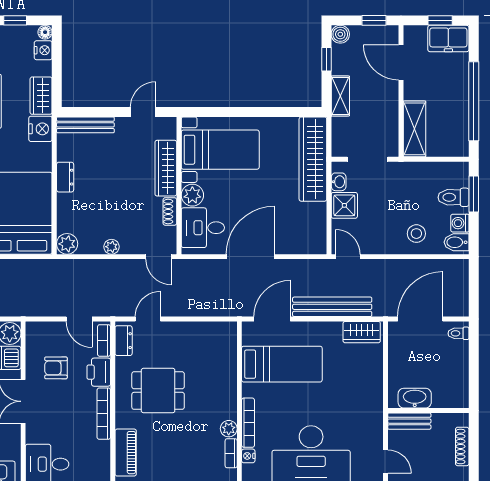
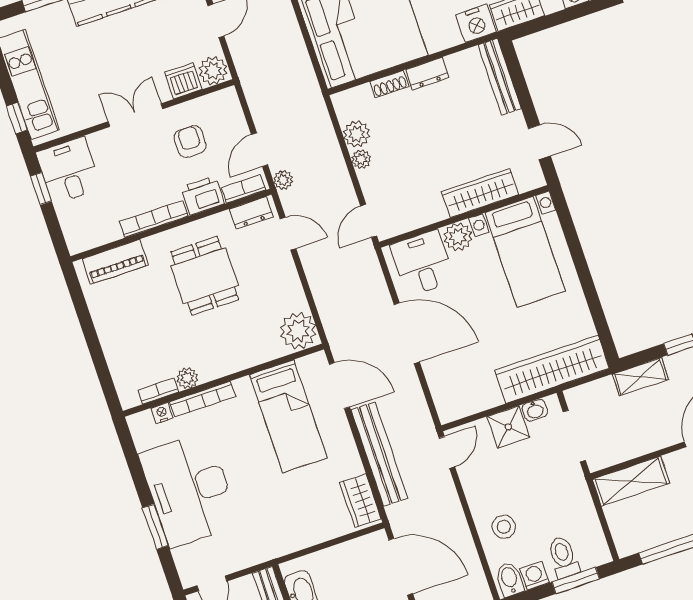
shoe rack: (170, 211) -> (389, 84), moved, turned 180
plant: (67, 244) -> (357, 134), moved
plant: (107, 309) -> (283, 180), added
plant: (222, 336) -> (298, 331), added

